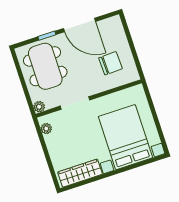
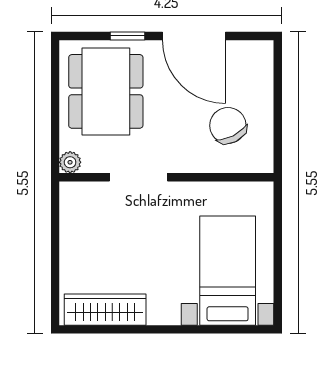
chair: (110, 63) -> (228, 126), turned -115
plant: (46, 129) -> (70, 207), removed
bed with nightstands: (125, 137) -> (228, 271), width x0.73

